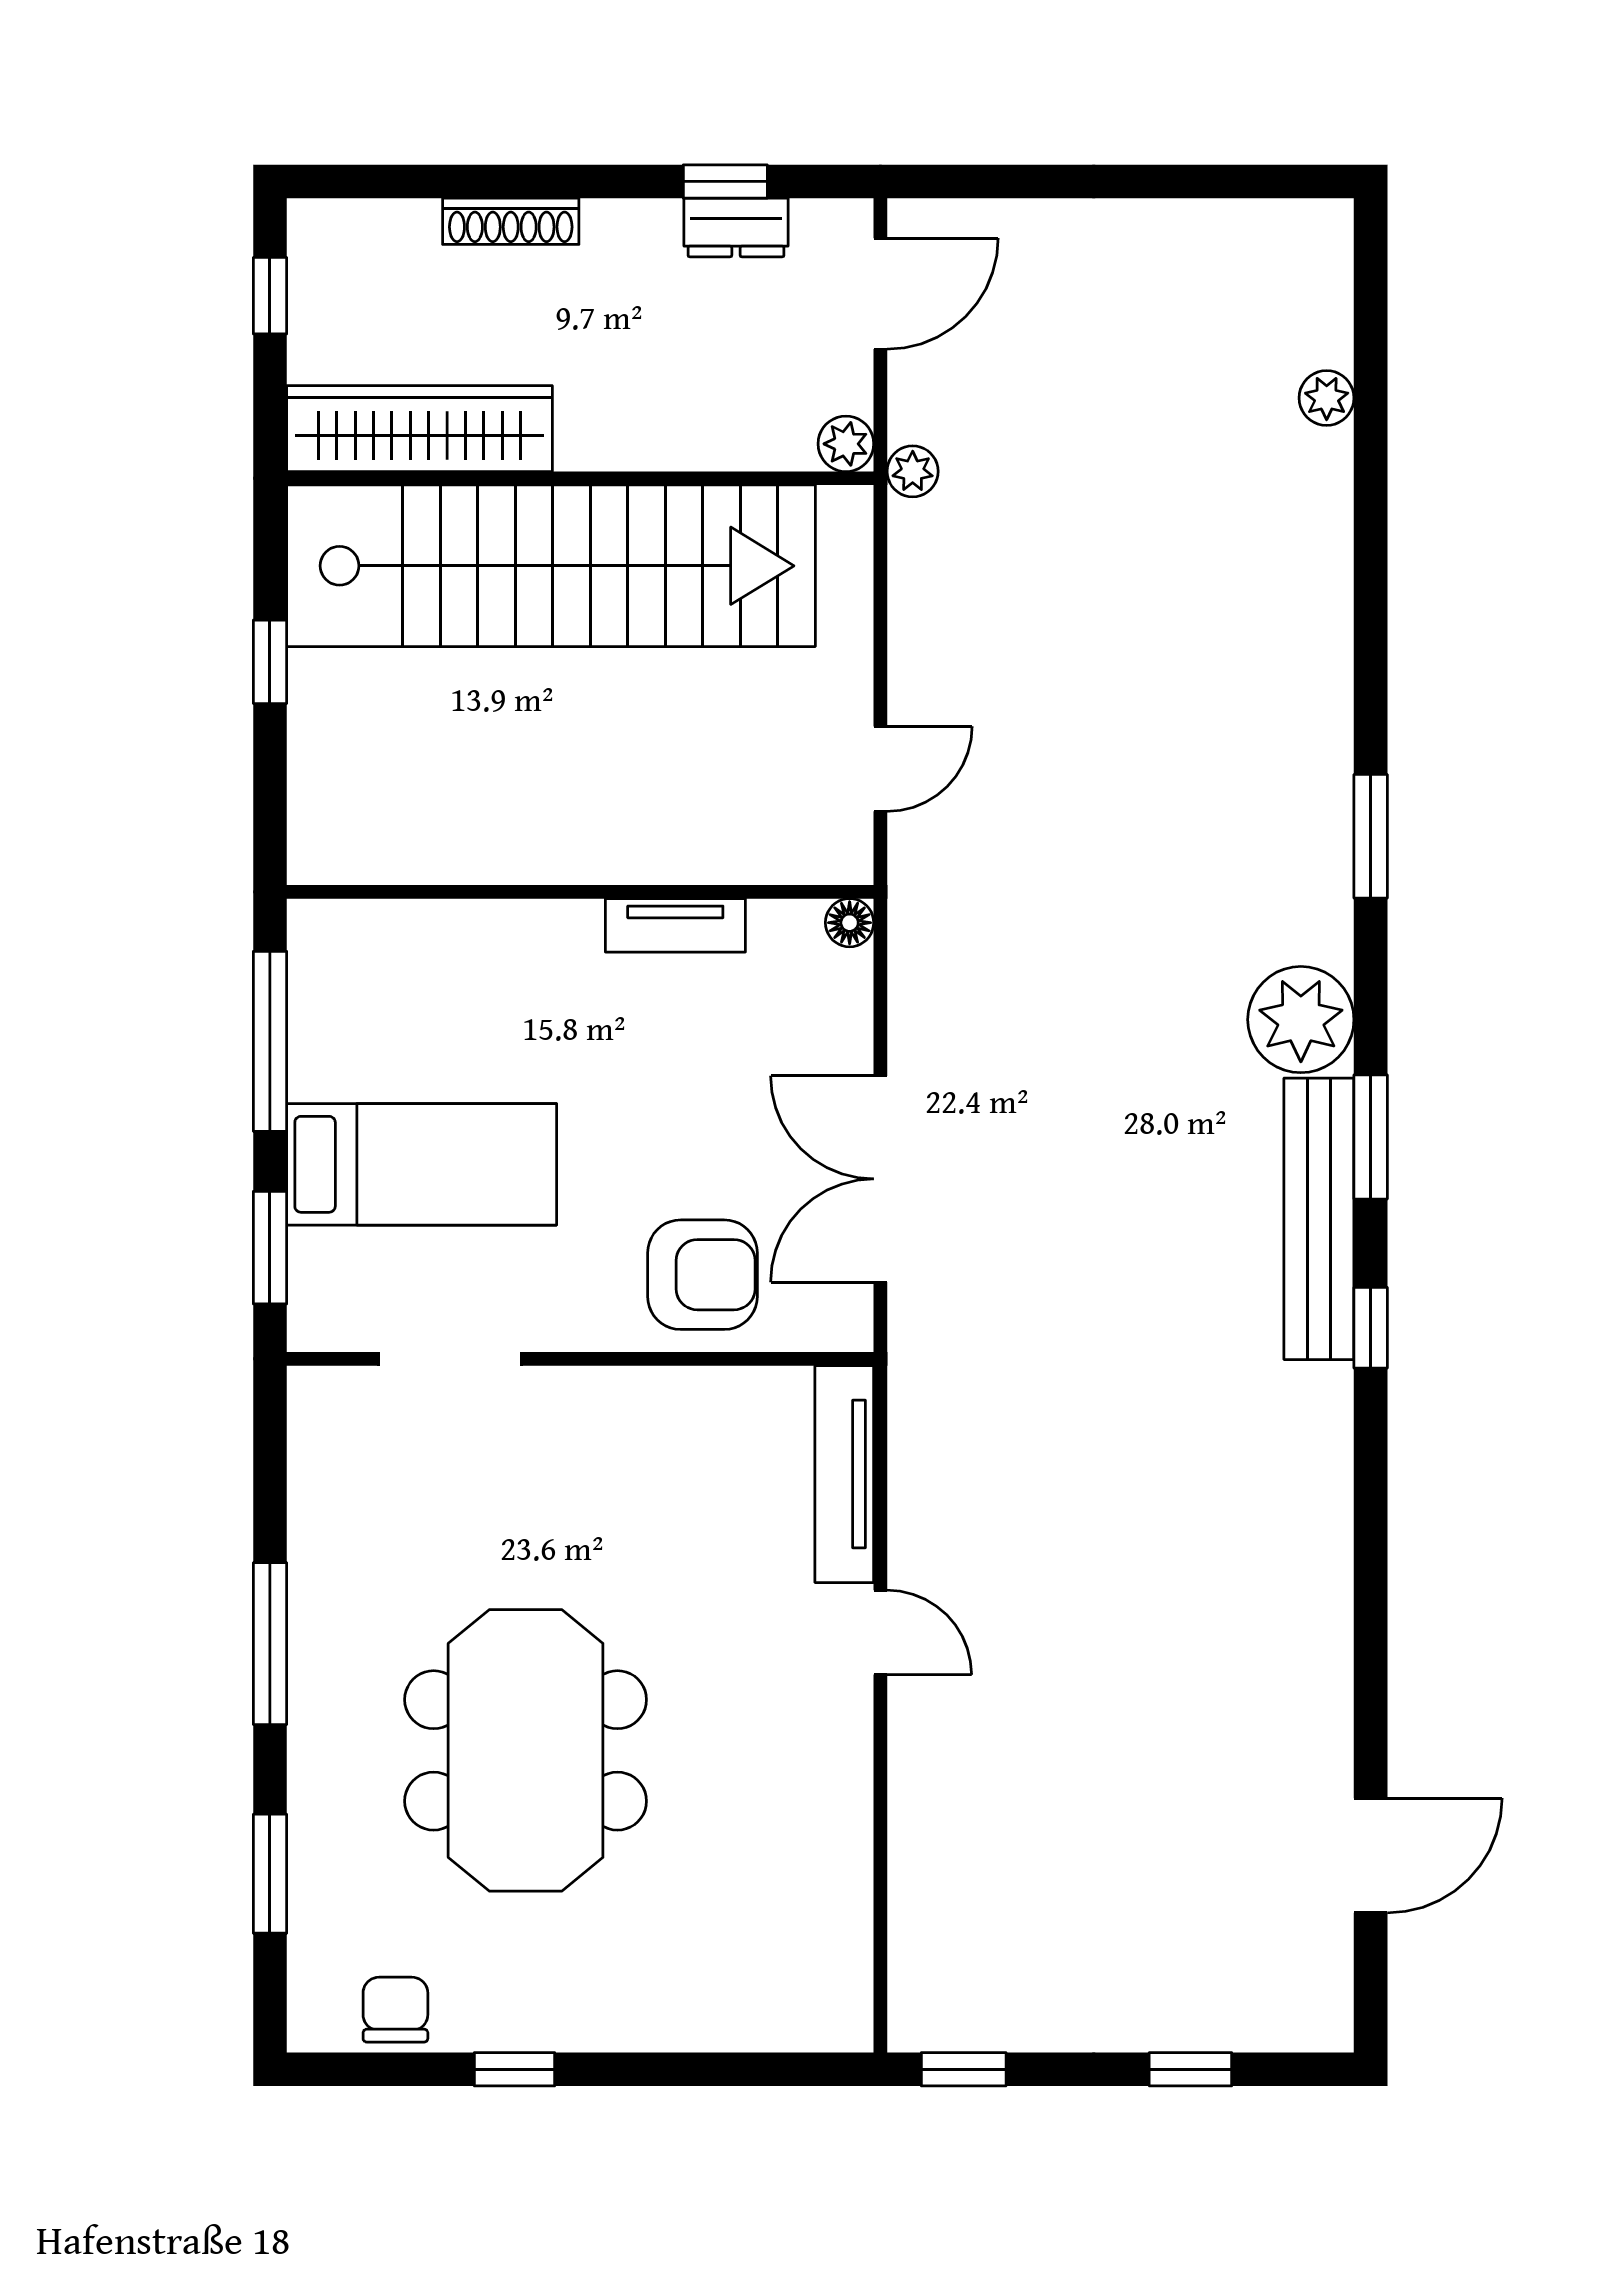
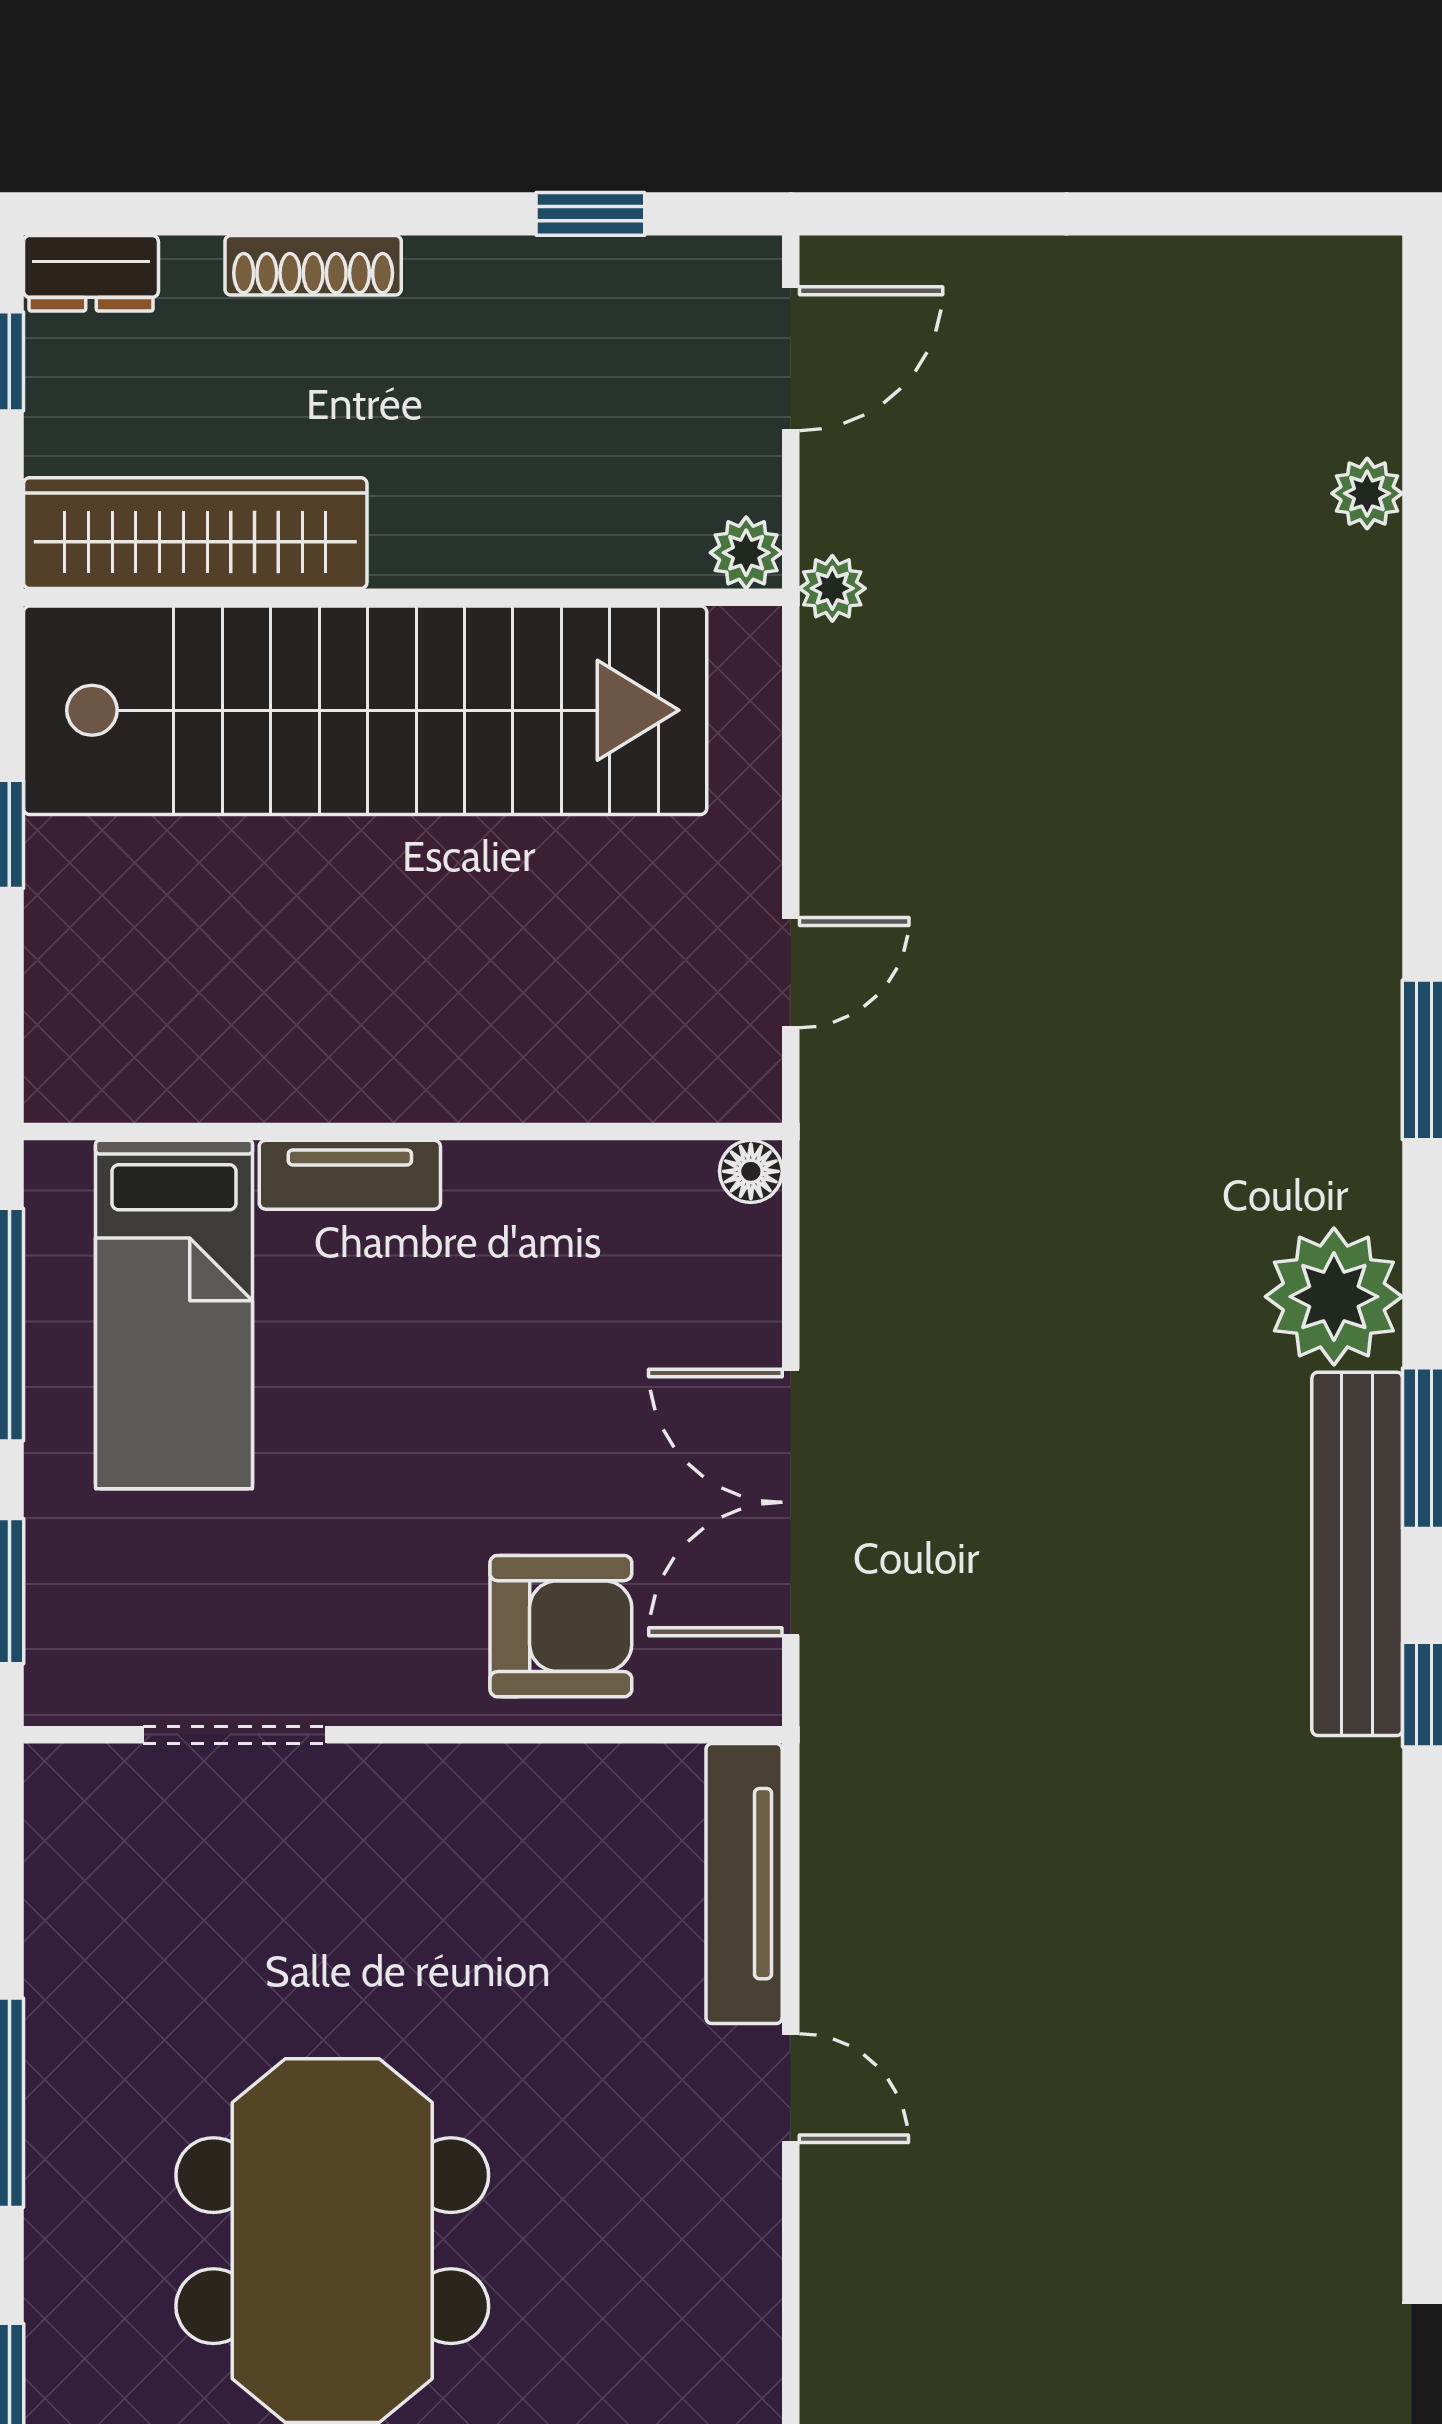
dresser: (736, 227) -> (91, 273), moved
tv unit: (675, 925) -> (350, 1175), moved
bed: (422, 1164) -> (174, 1315), moved, turned 90

